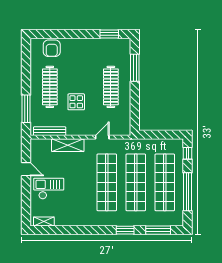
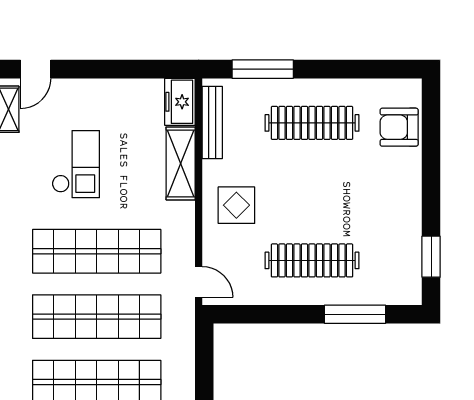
display table: (76, 102) -> (236, 205), moved
door: (102, 137) -> (199, 282), moved
freezer: (40, 145) -> (180, 102), added
door: (26, 169) -> (36, 69), moved
checkout: (49, 189) -> (76, 164), moved

